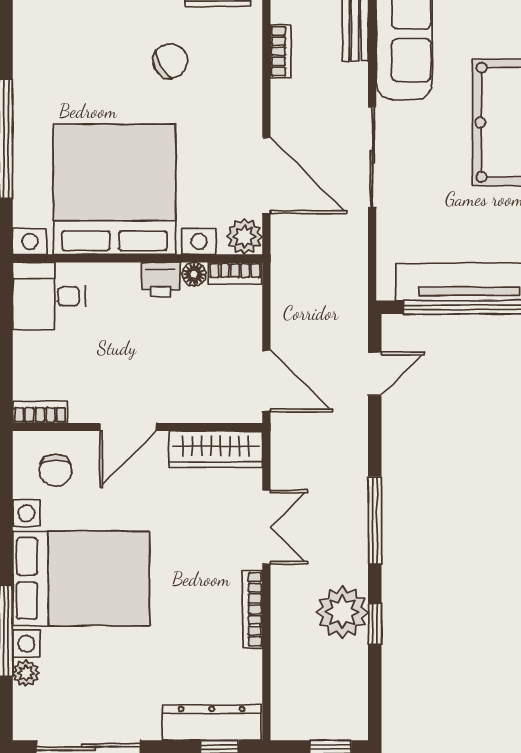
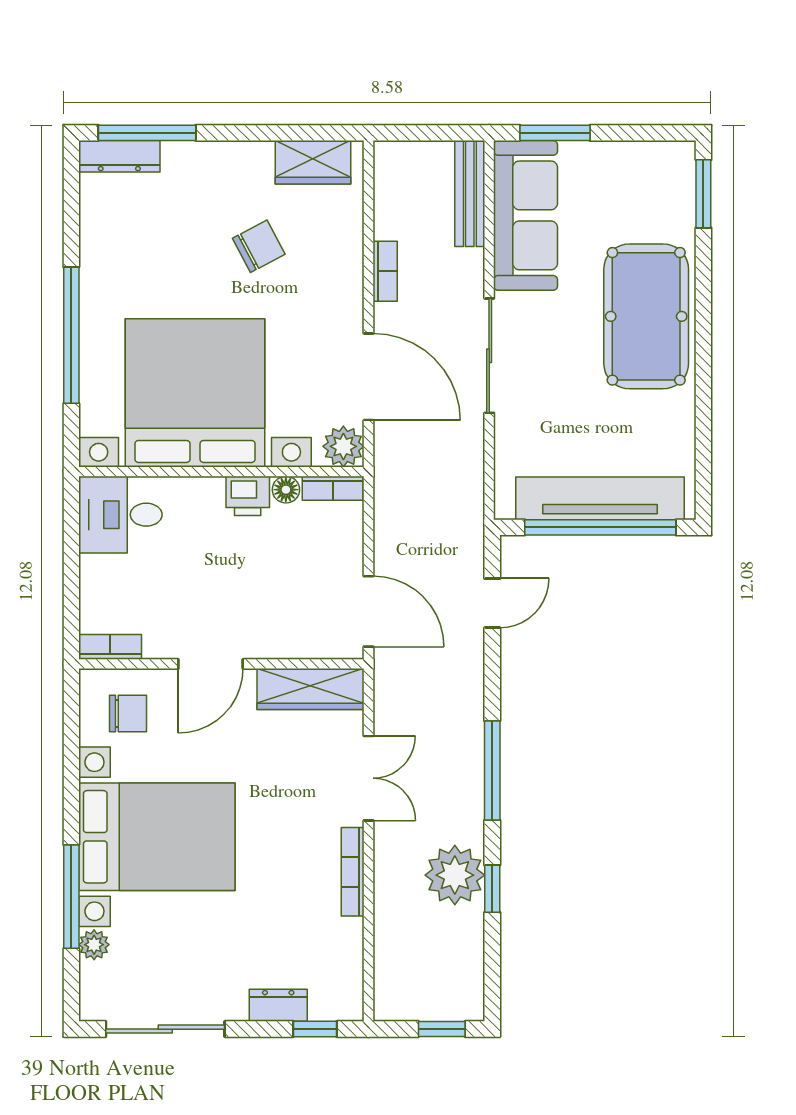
bookcase: (281, 51) -> (385, 271), moved
chair: (56, 470) -> (128, 713), turned -90
dresser: (212, 723) -> (278, 1005), width x0.51, depth x0.80

